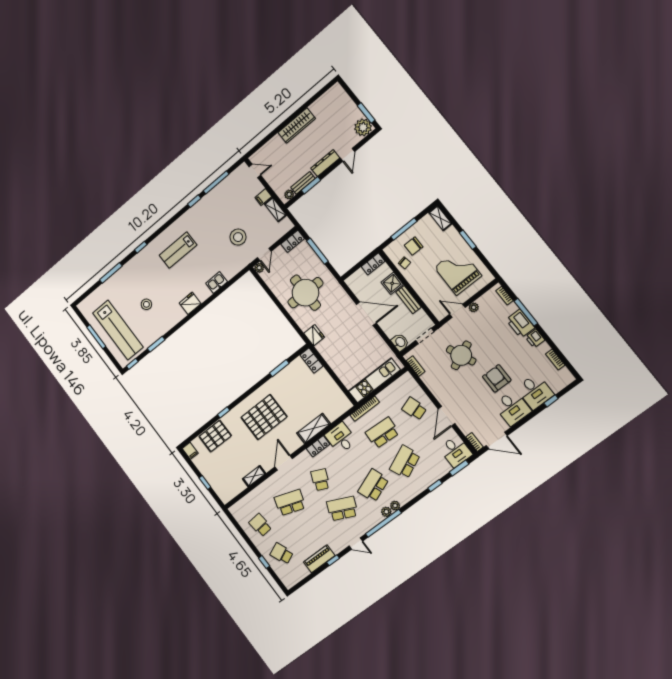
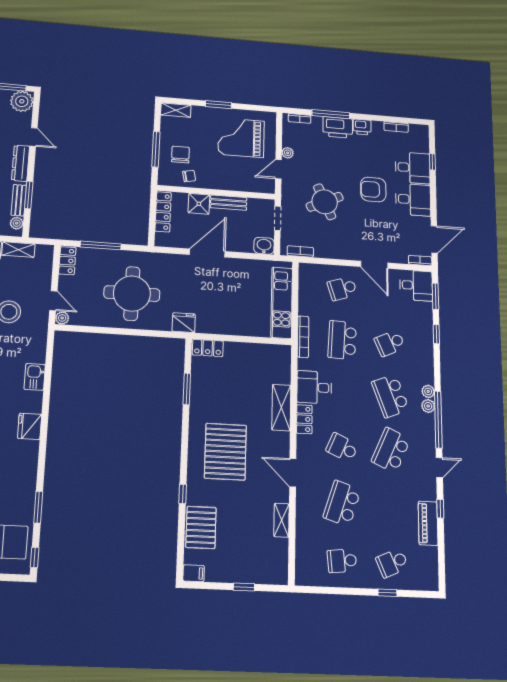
chair: (414, 246) -> (180, 155), turned 180
locker: (373, 264) -> (163, 212), width x1.53
school desk: (405, 462) -> (390, 343), width x0.54

